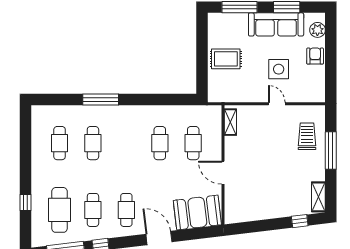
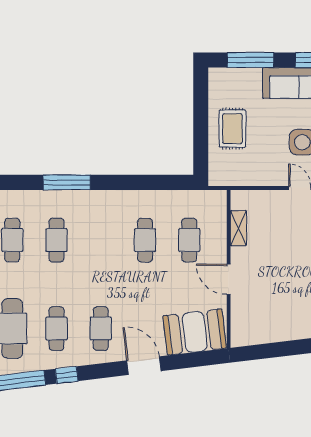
rug: (226, 59) -> (232, 129), turned 90
shelving: (230, 122) -> (238, 228), moved

